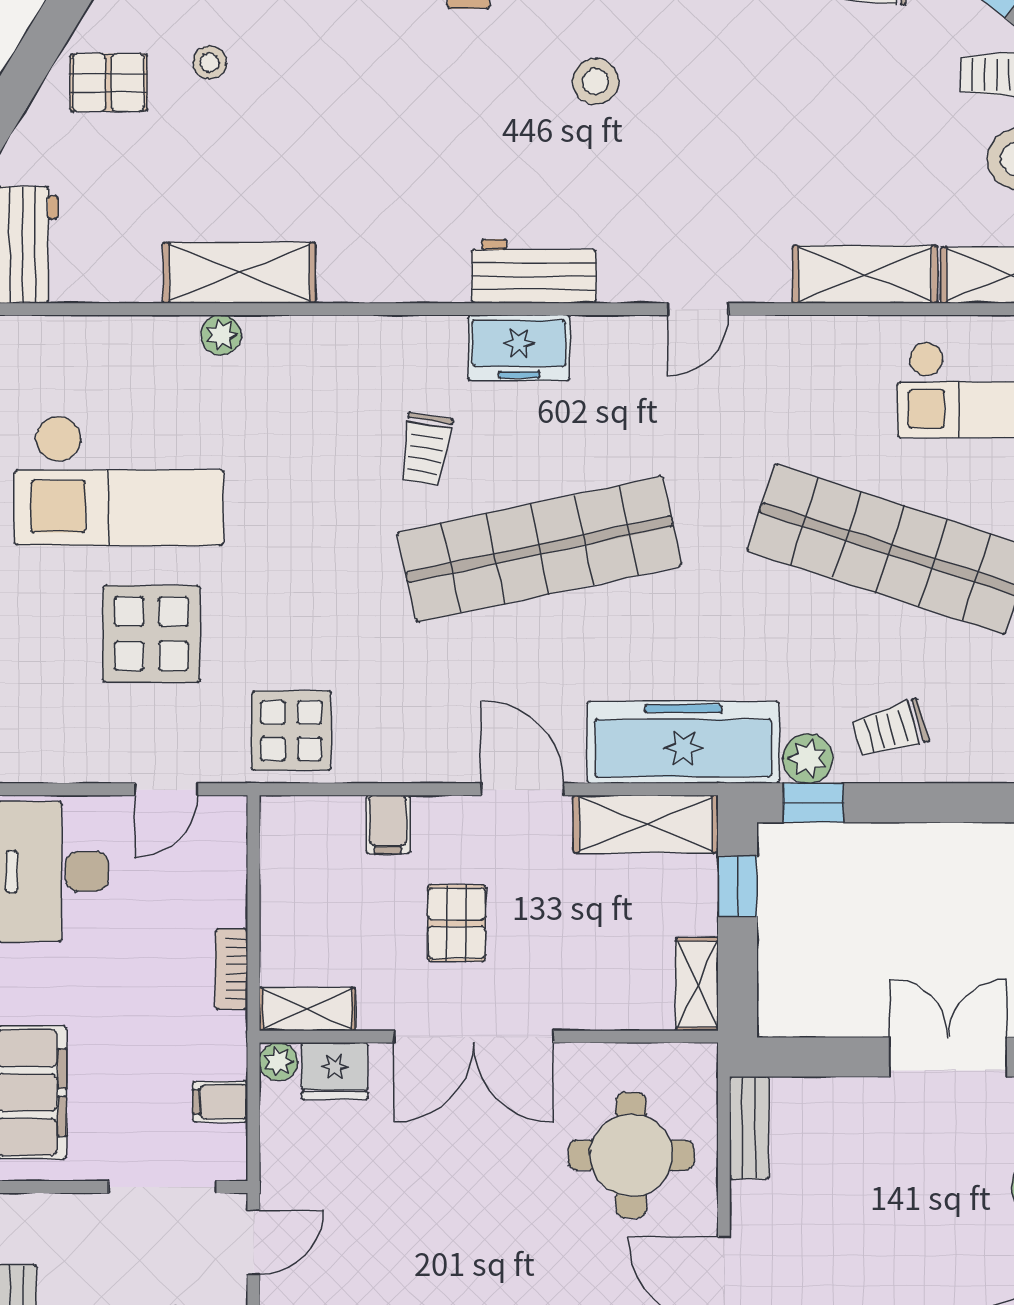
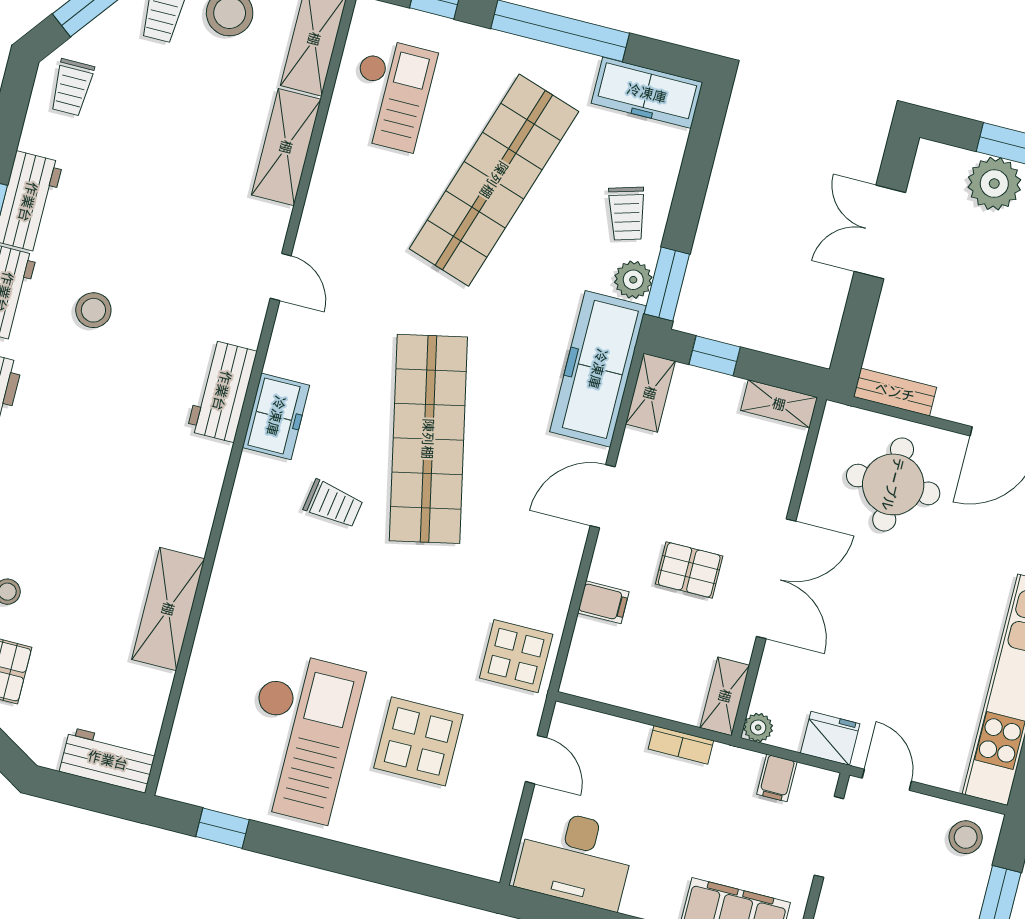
plant: (221, 335) -> (211, 634), removed
window: (813, 803) -> (667, 284), width x1.50
shelving: (646, 824) -> (650, 393), width x0.67, depth x0.75
fridge: (335, 1071) -> (830, 738), moved, turned -90

